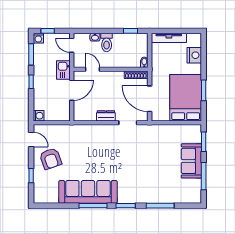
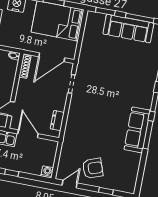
dresser: (106, 116) -> (57, 121), moved
sofa: (191, 161) -> (128, 29), width x1.36
sofa: (88, 192) -> (137, 130), width x0.74, depth x0.79

